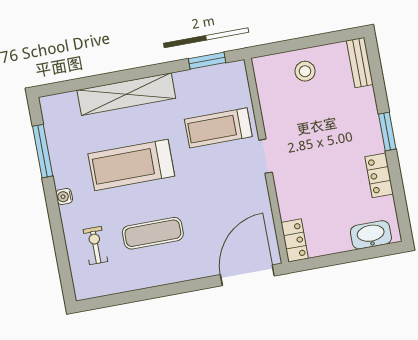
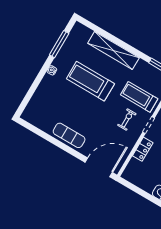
exercise mat: (153, 233) -> (69, 135), moved
locker: (295, 240) -> (143, 149), moved
exercise bike: (95, 245) -> (127, 119), moved

